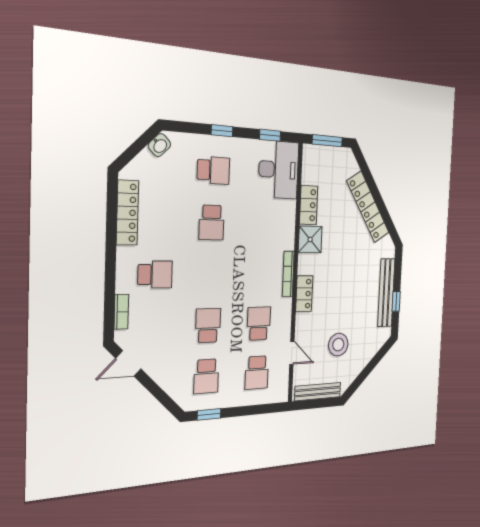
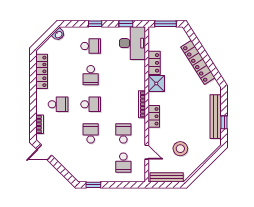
school desk: (206, 376) -> (91, 104), moved, turned -90

